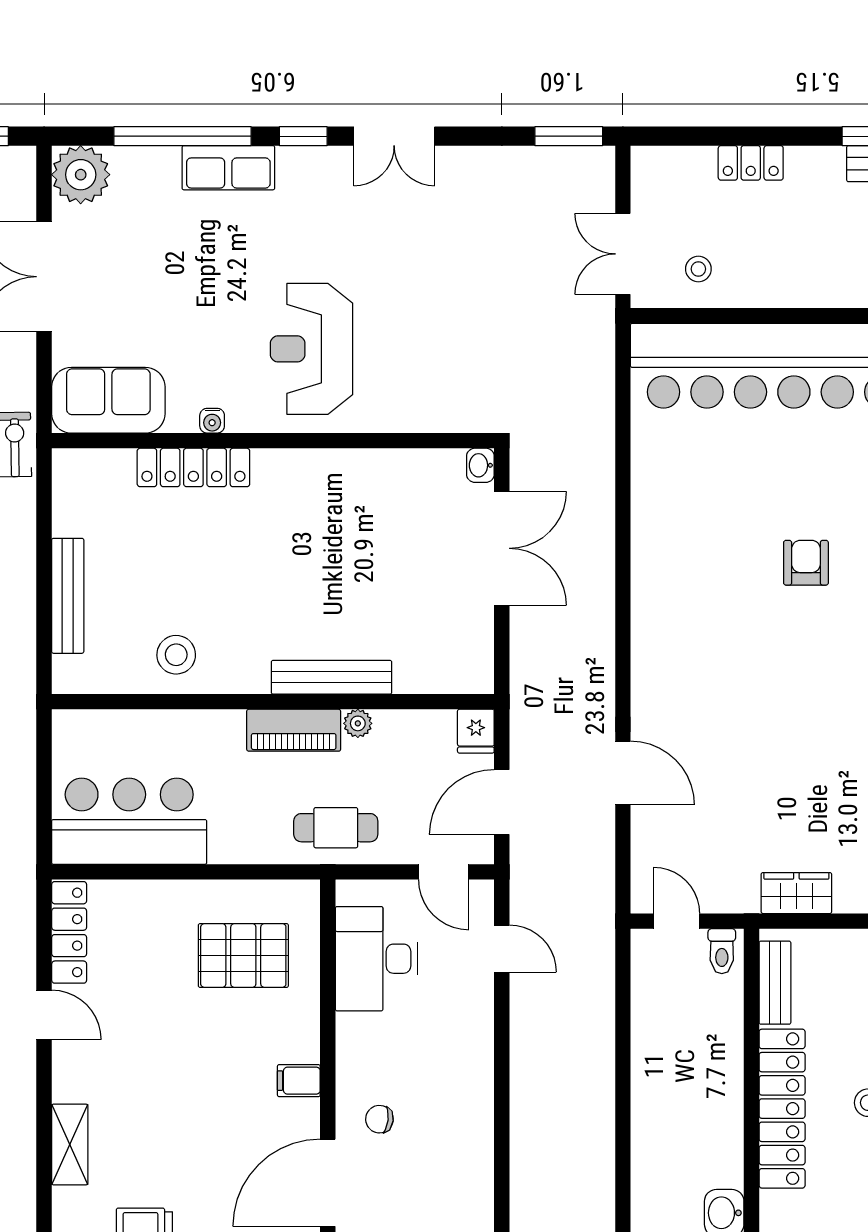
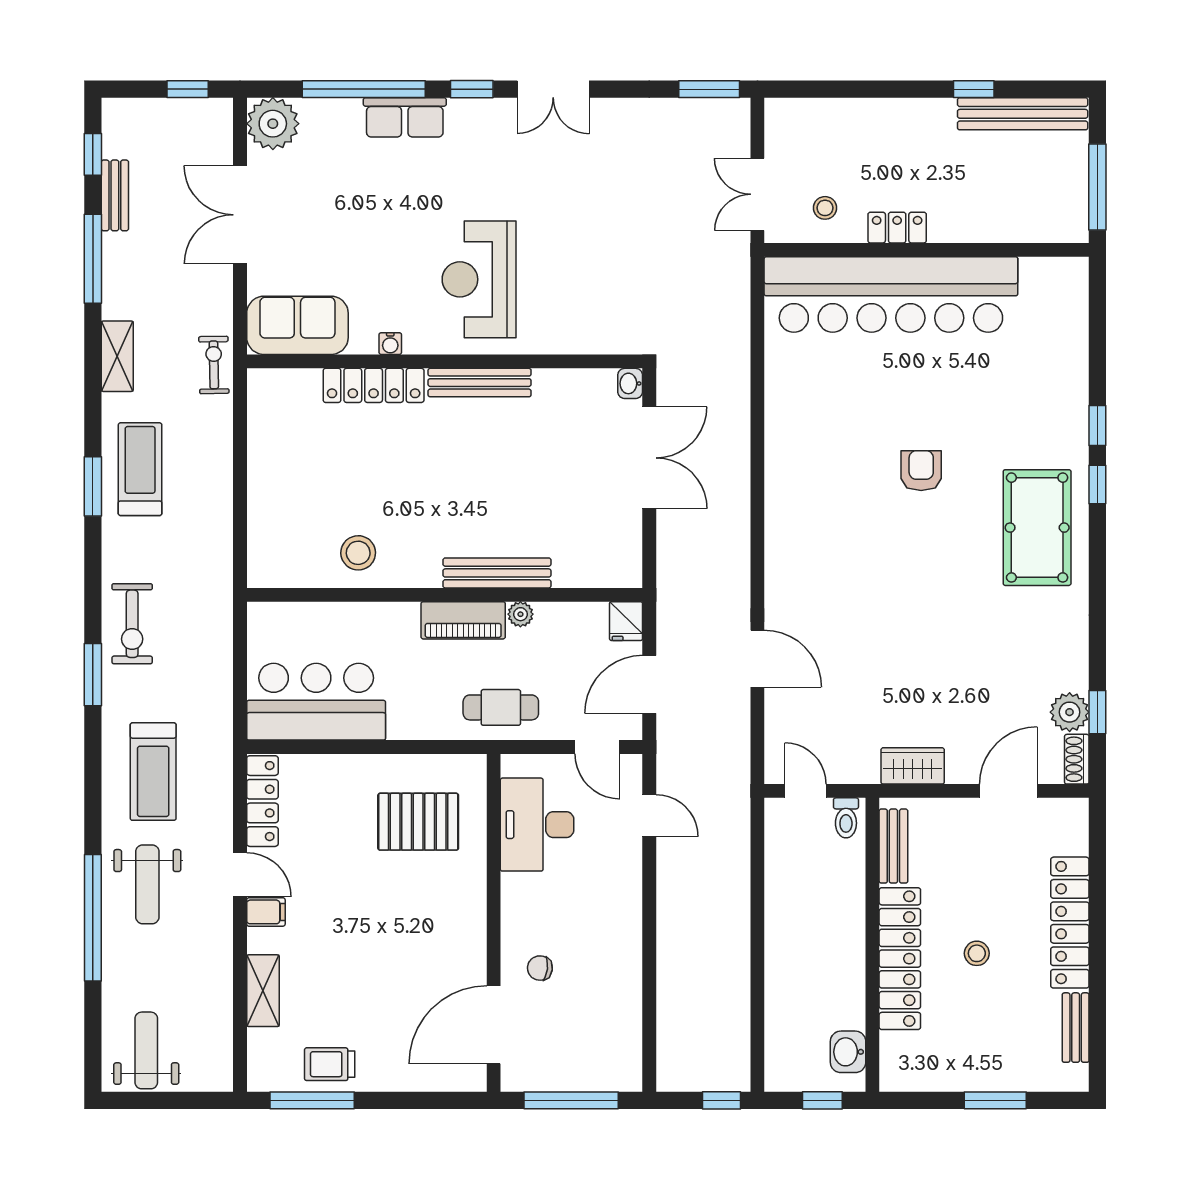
locker: (751, 163) -> (897, 228), moved, turned 180
bench: (68, 596) -> (480, 383), moved, turned 90
filing cabinet: (299, 1081) -> (266, 912), moved, turned 180

